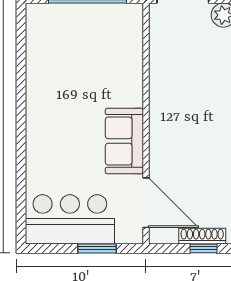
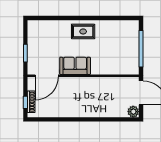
rug: (50, 124) -> (83, 31), added
bar counter: (70, 219) -> (39, 41), removed

